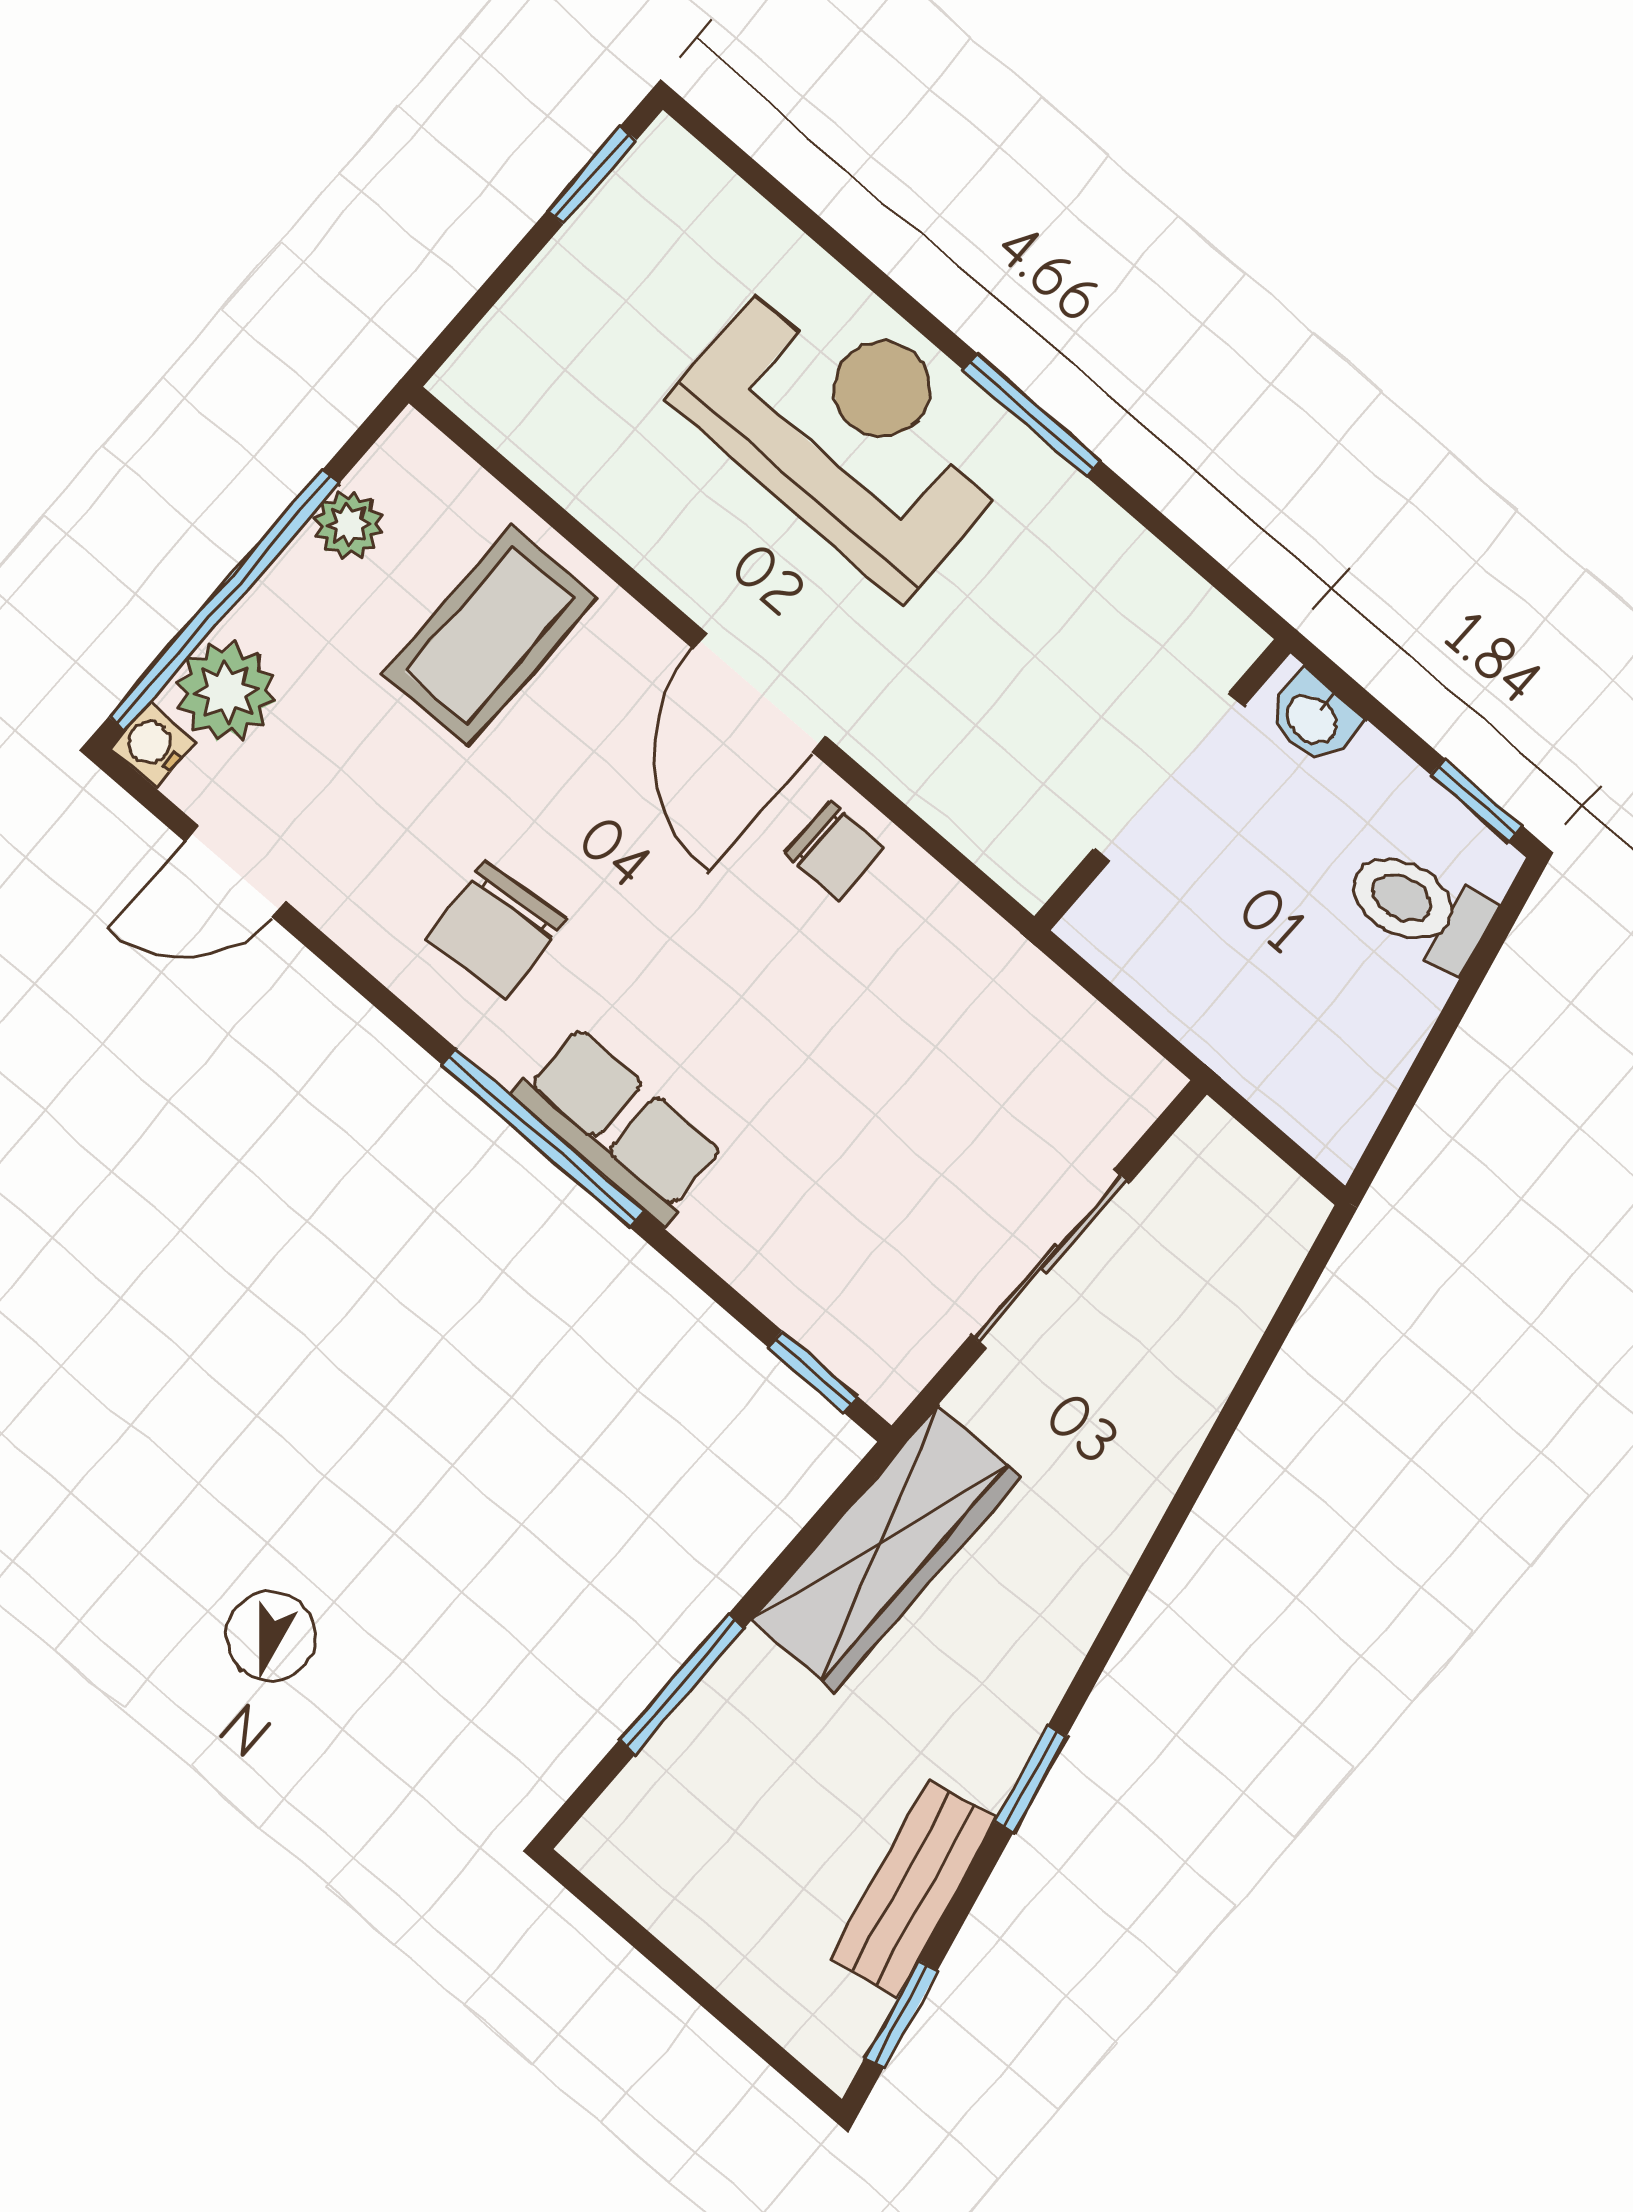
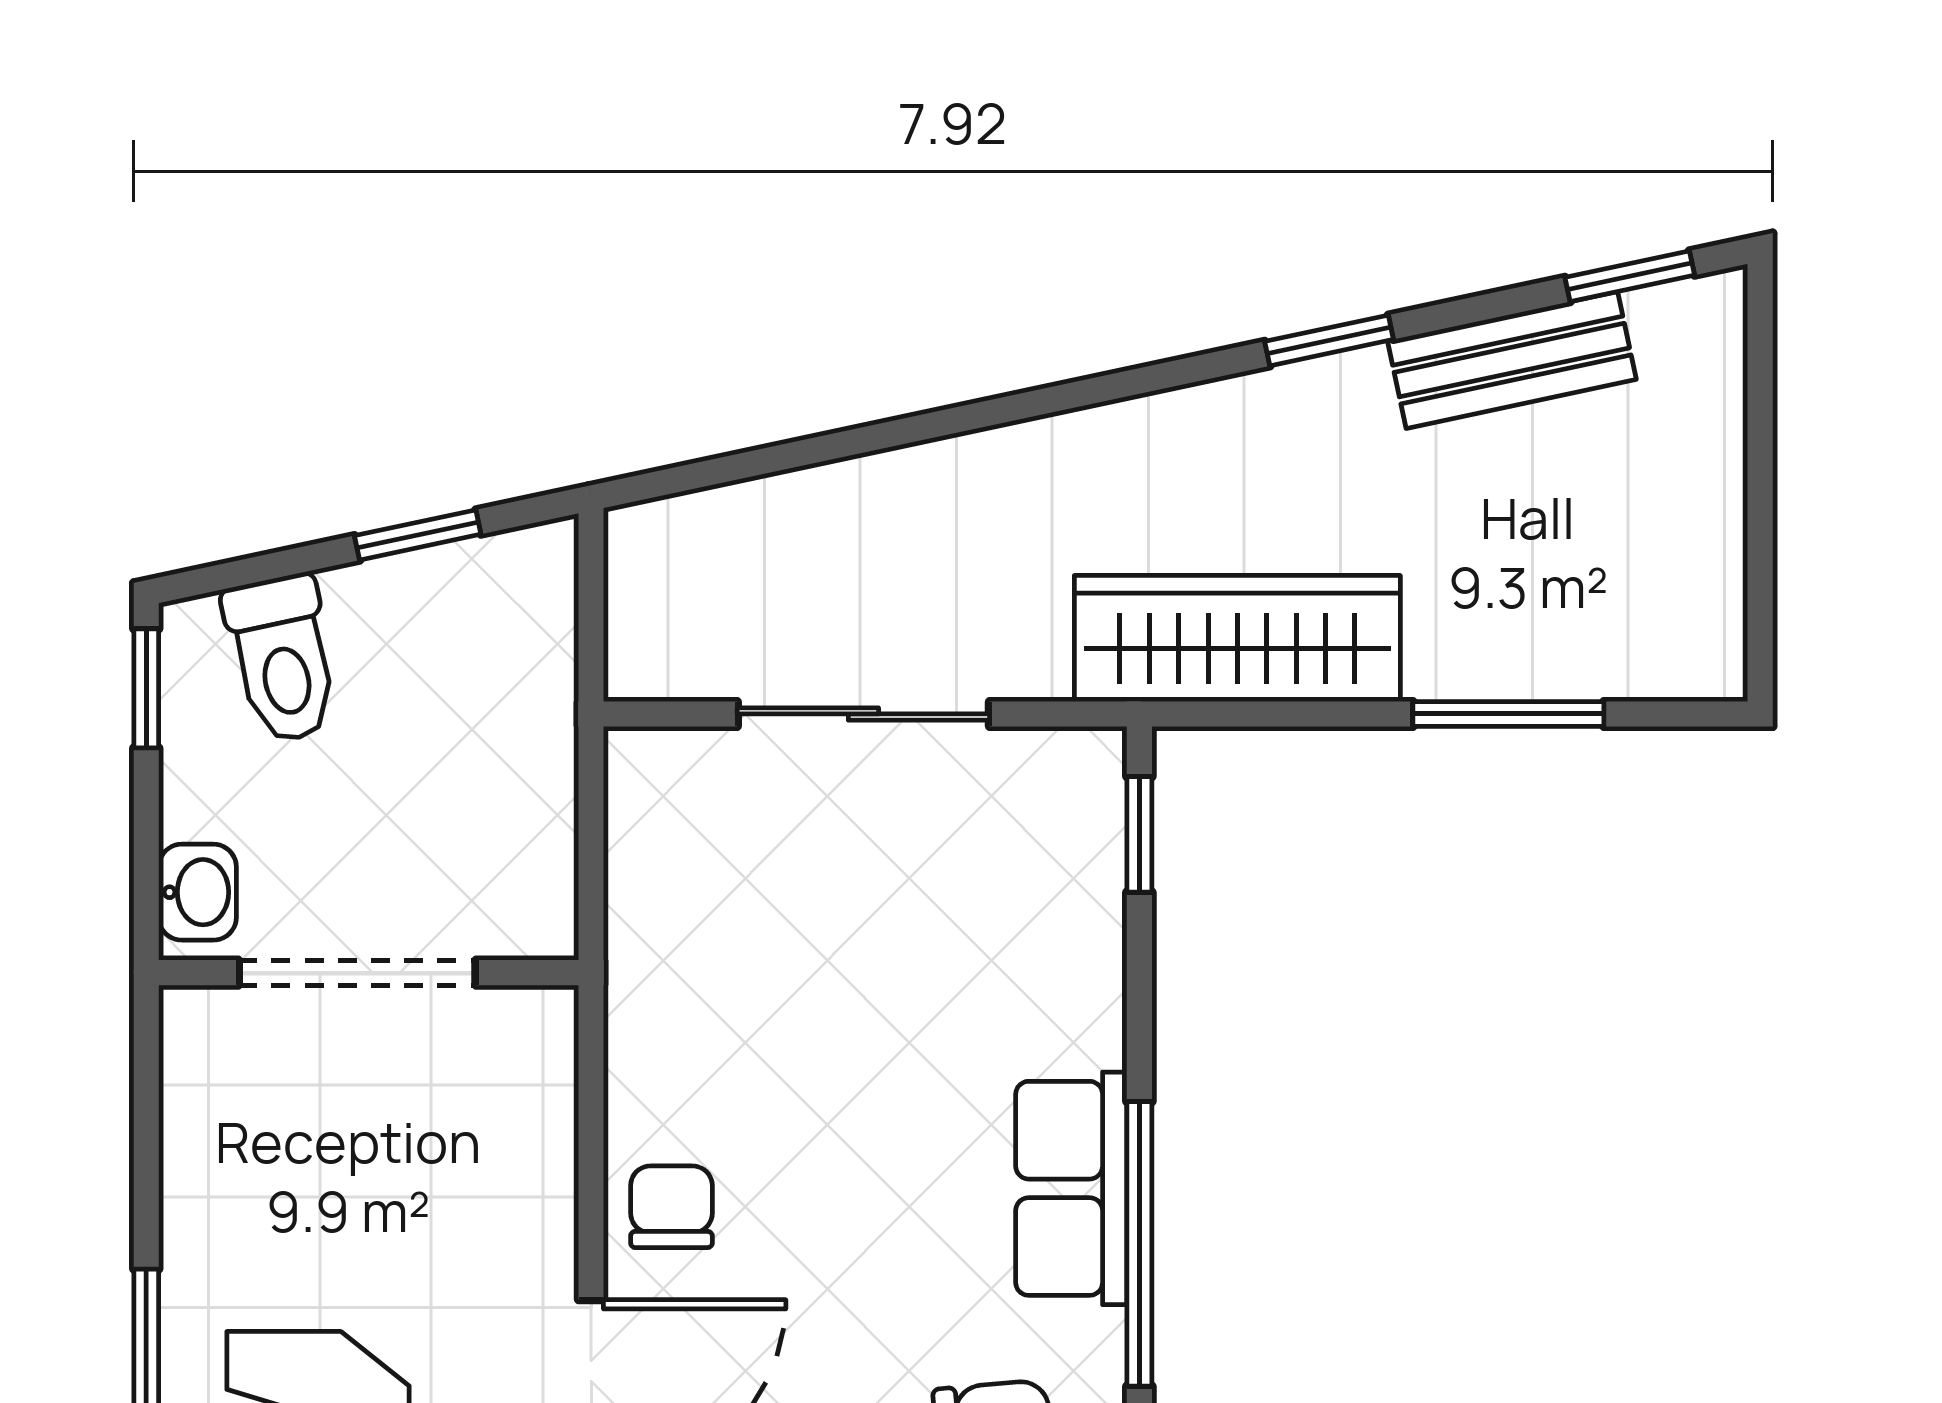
window: (1423, 1067) -> (418, 535), added

